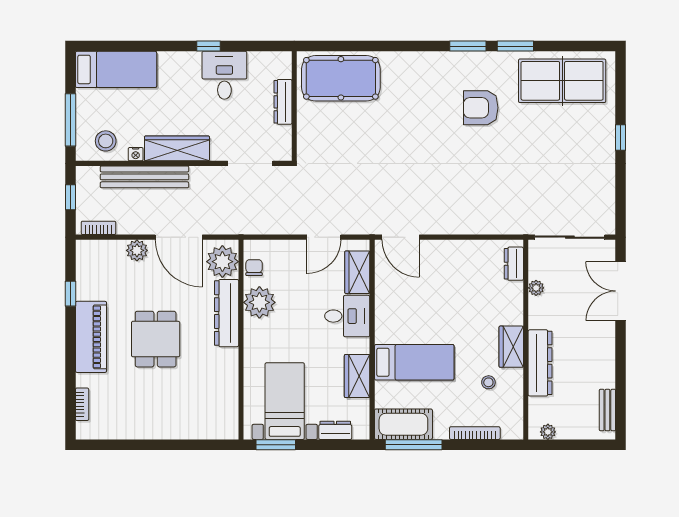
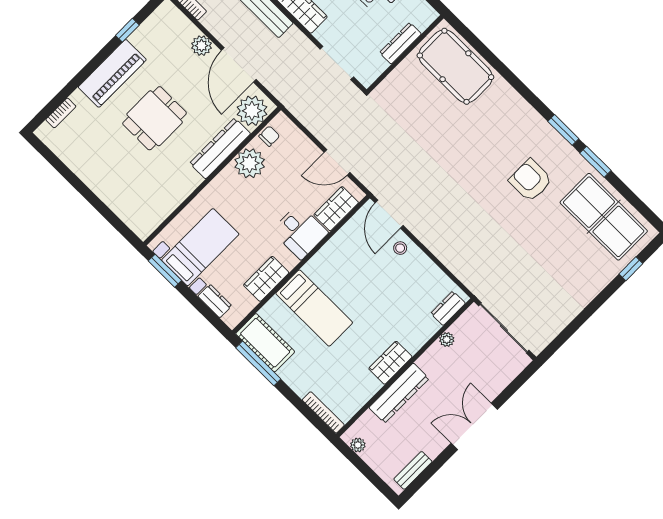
window: (621, 137) -> (631, 269), moved
double door: (621, 291) -> (474, 426), moved
stool: (488, 382) -> (400, 248), moved
bookcase: (475, 433) -> (323, 412), moved

